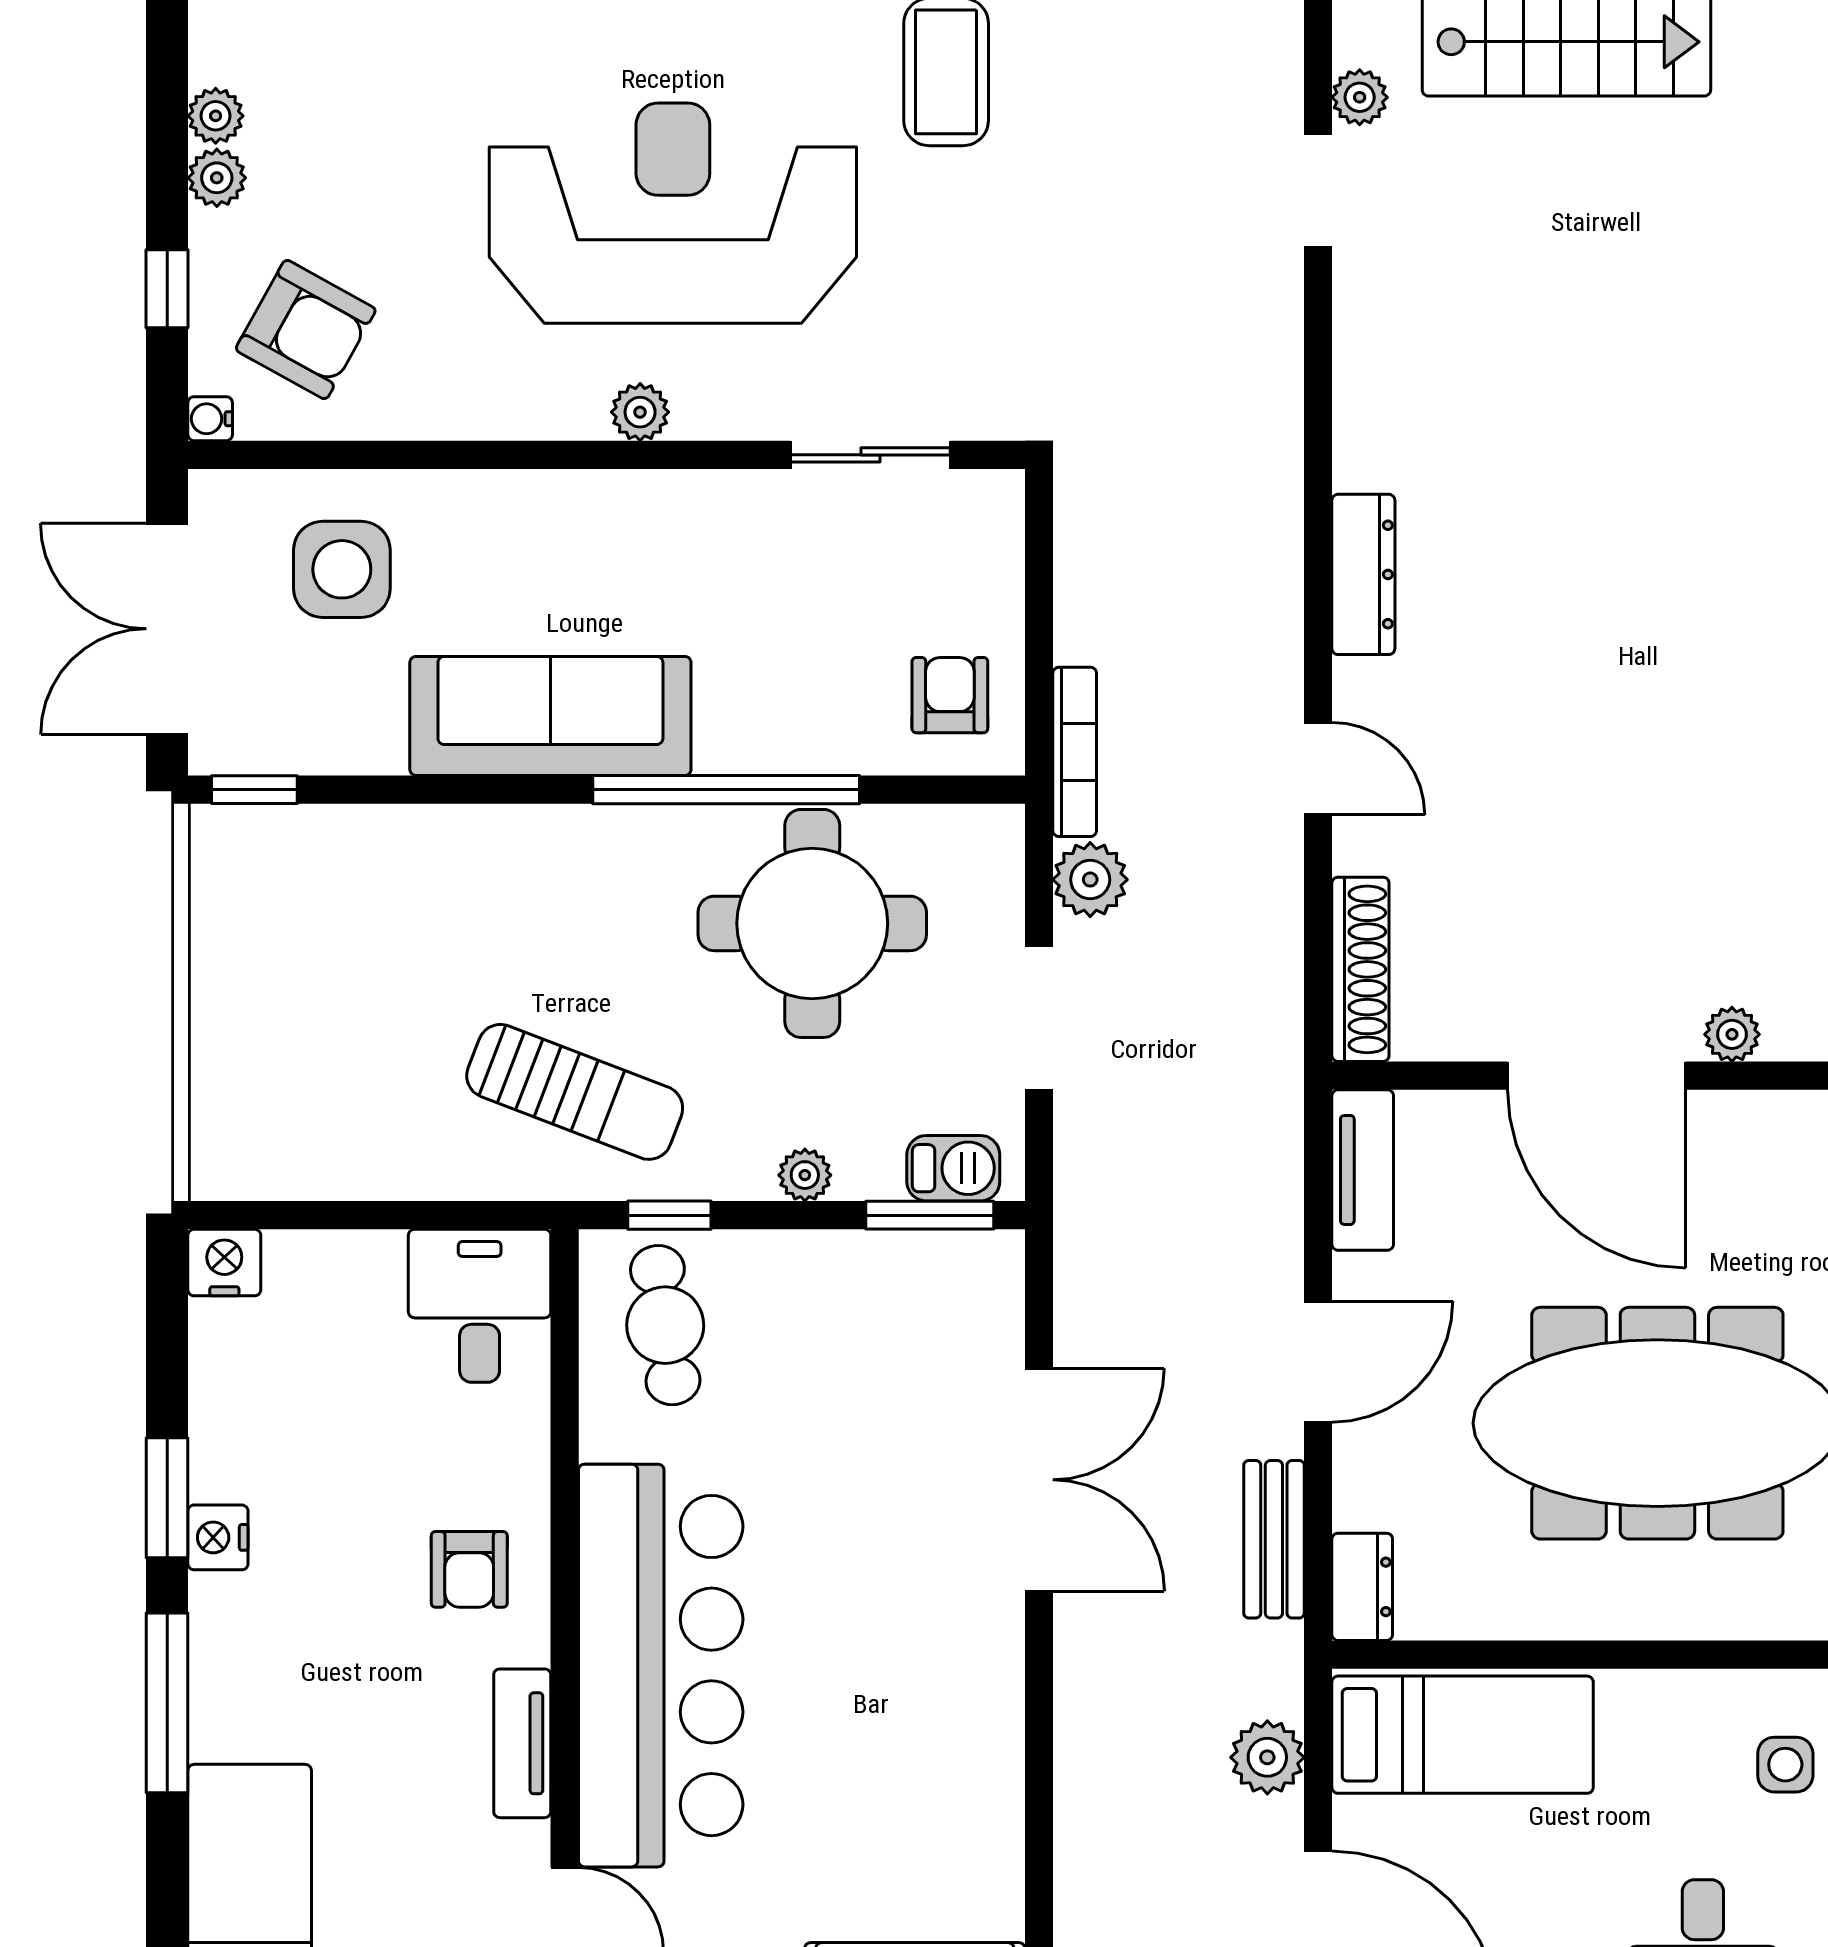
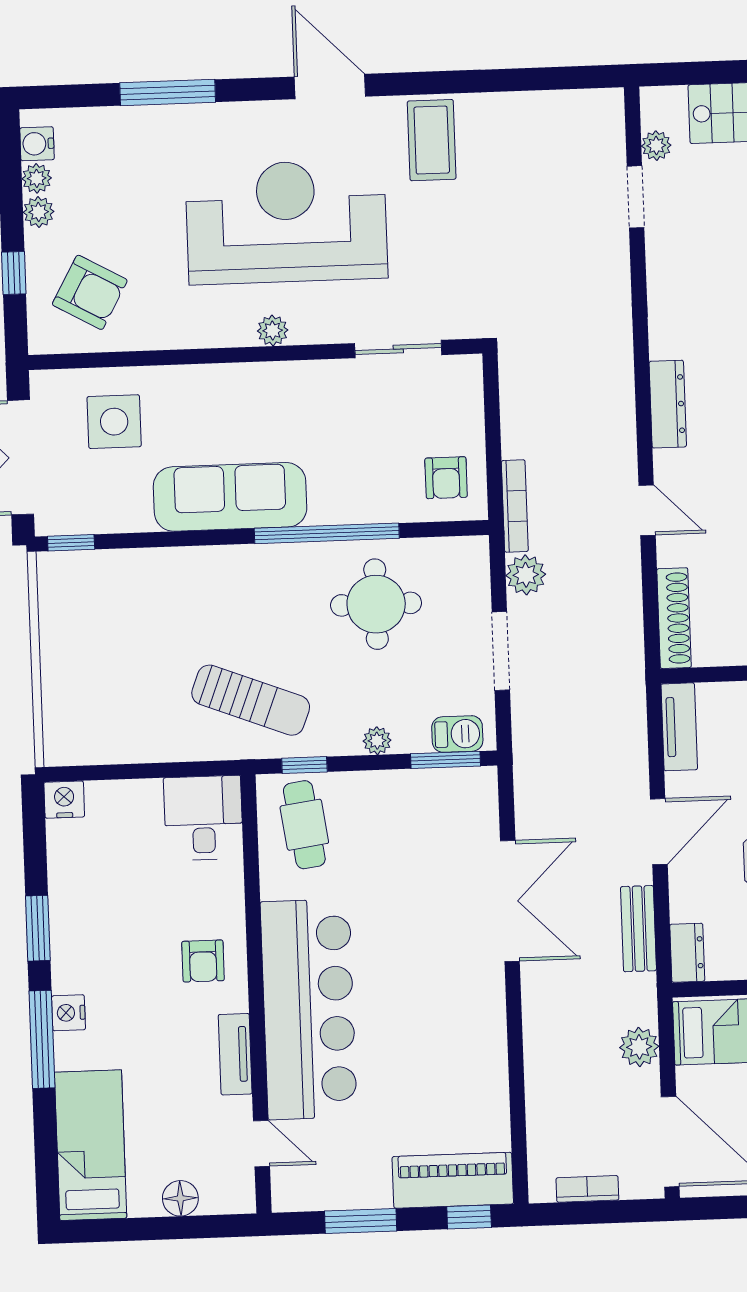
water cooler: (210, 419) -> (37, 144), moved, width x1.38, depth x1.38
armchair: (950, 695) -> (446, 478), turned 180
round table: (812, 923) -> (376, 604), width x0.73, depth x0.73
nightstand: (218, 1537) -> (69, 1013), moved

